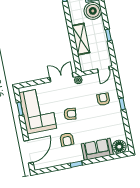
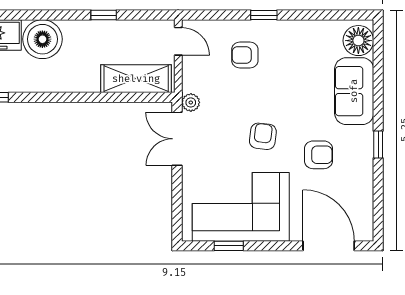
shelving: (81, 39) -> (136, 79), moved

